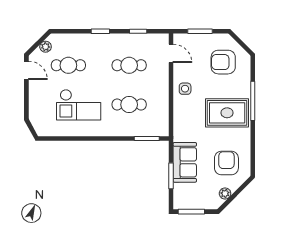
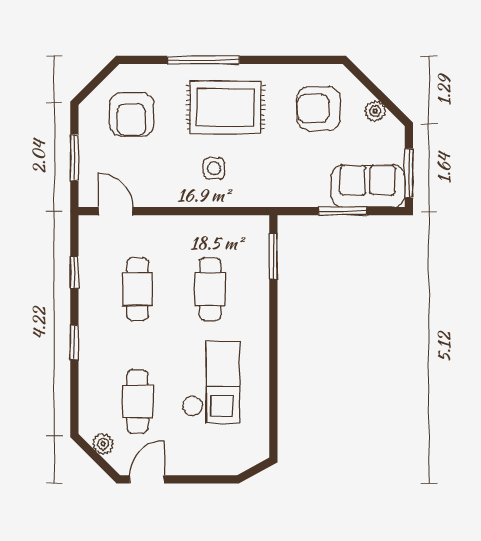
door: (171, 53) -> (115, 211), hinge flipped
side table: (185, 89) -> (214, 168), moved
rug: (227, 113) -> (226, 107), turned 90
sofa: (185, 162) -> (368, 186), moved

